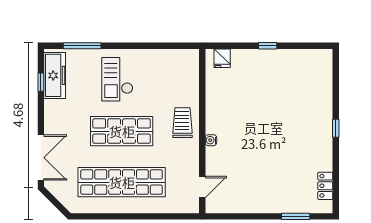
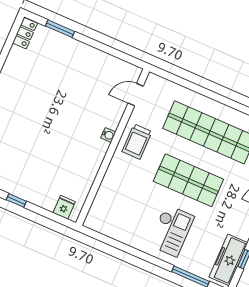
trolley: (182, 123) -> (137, 142), moved
locker: (325, 186) -> (25, 33), moved

